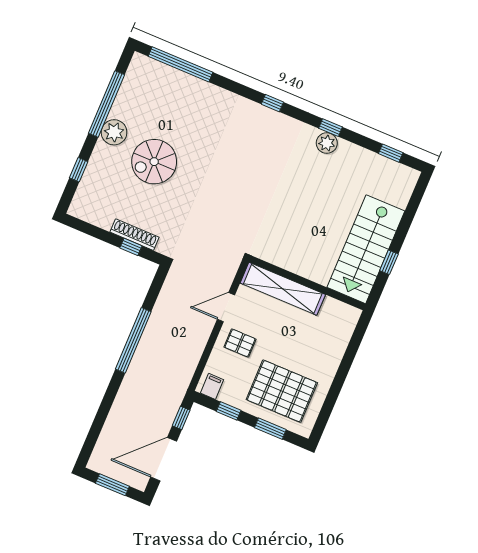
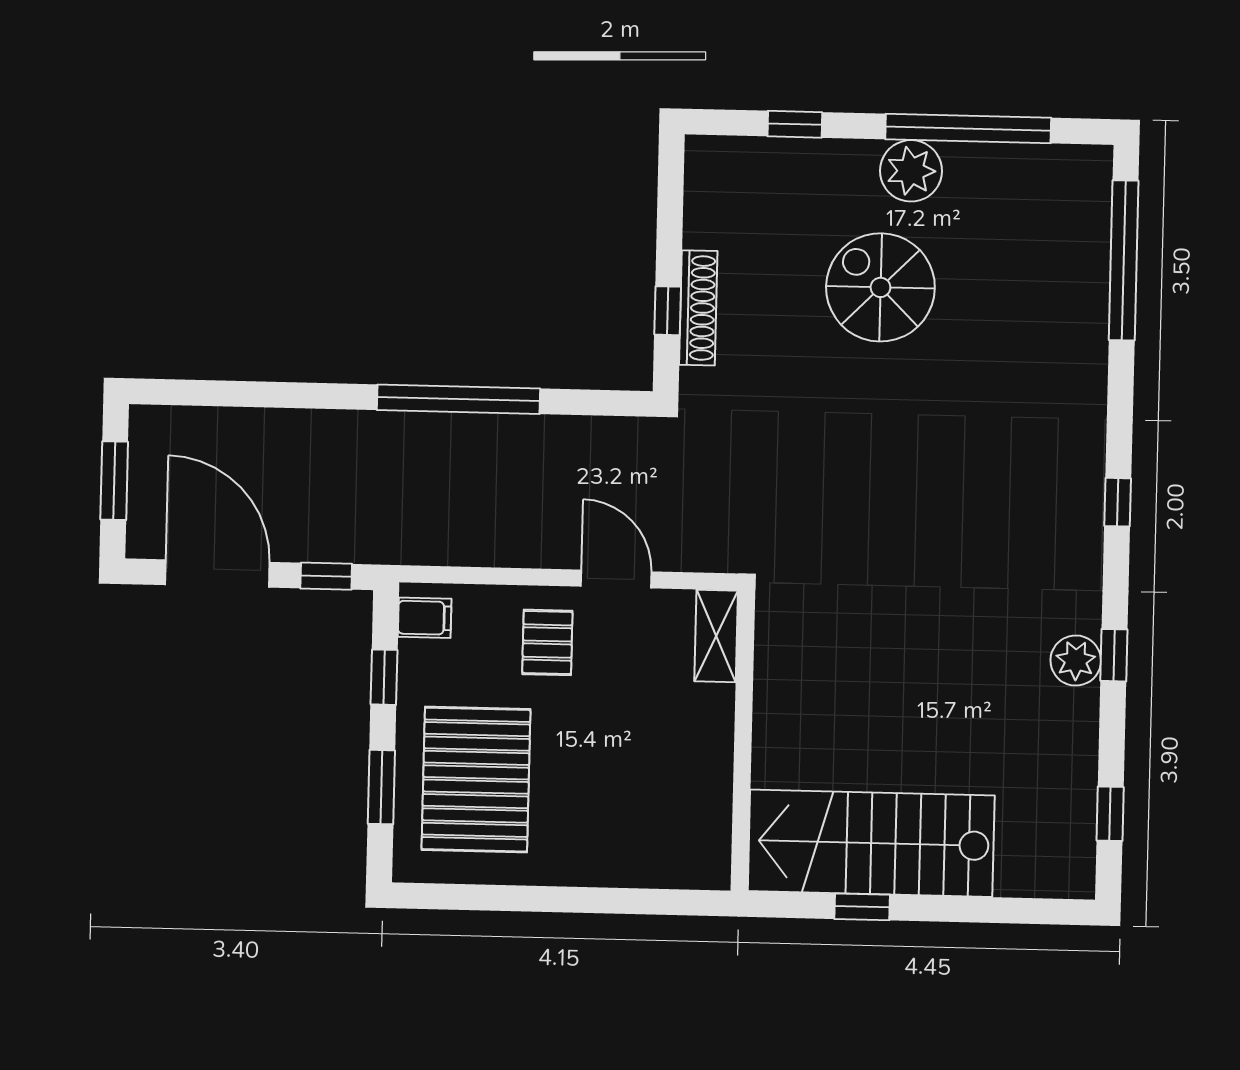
shelving: (283, 289) -> (716, 636), width x0.45, depth x0.75

